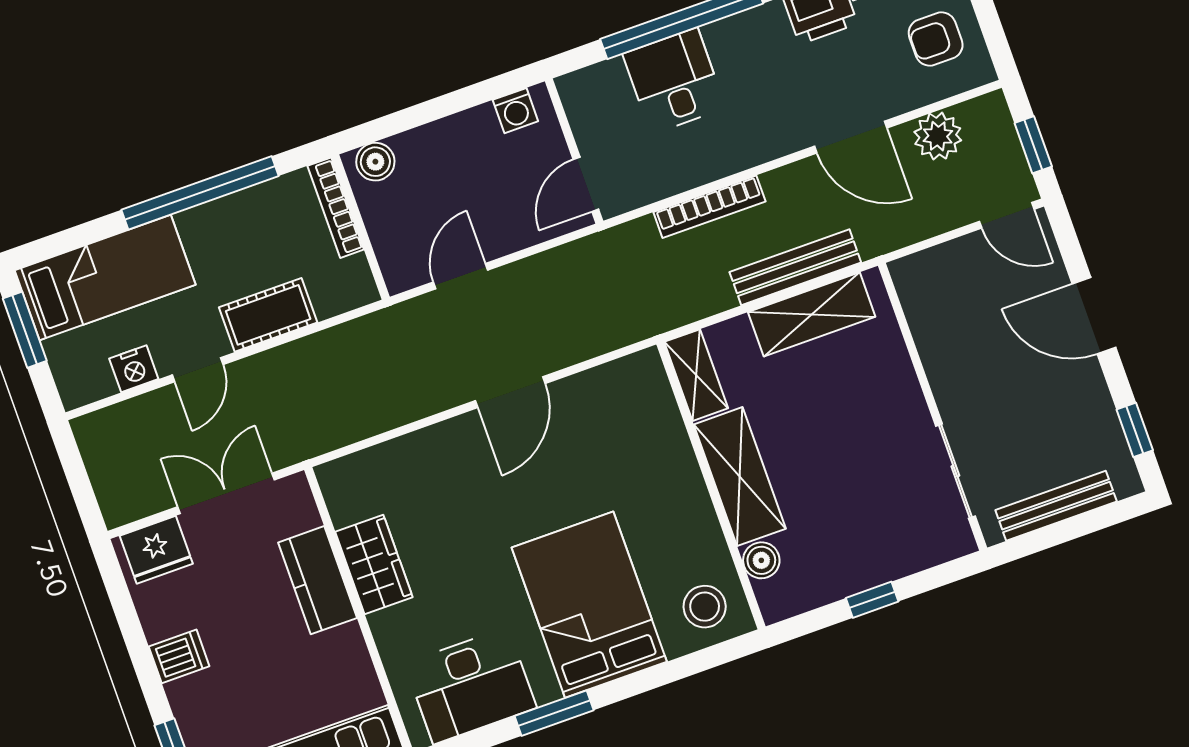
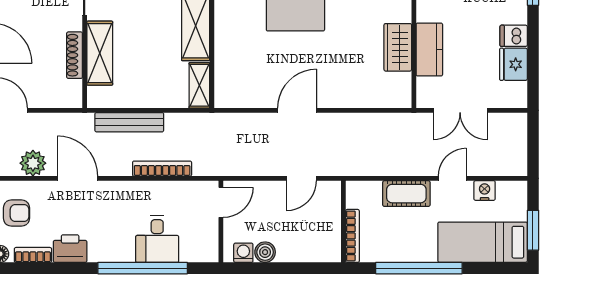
boiler: (375, 162) -> (265, 252), moved
shelving: (812, 314) -> (100, 53), moved, turned 90
shoe rack: (932, 350) -> (75, 55), added
fridge: (156, 550) -> (513, 64), moved, turned -90

